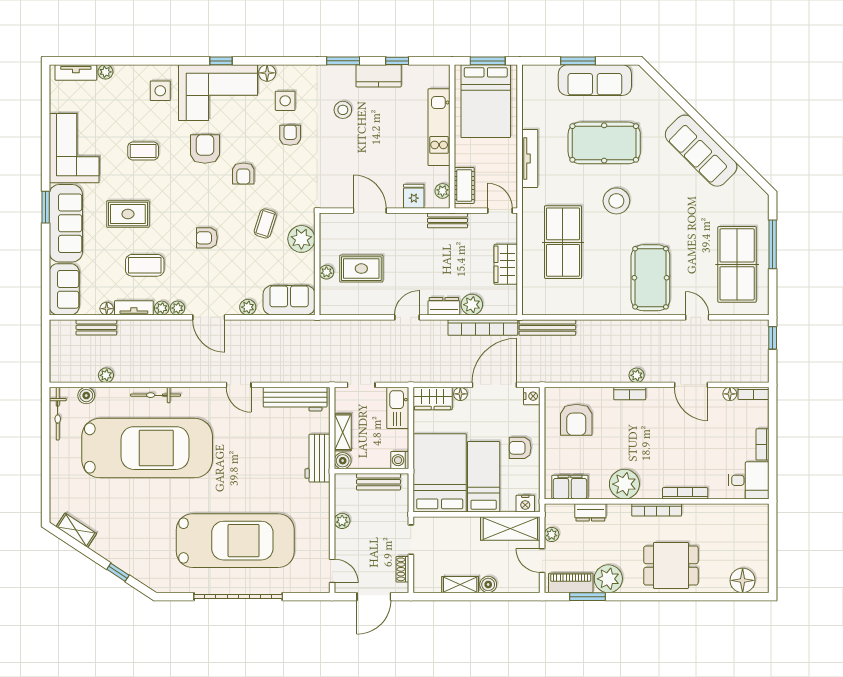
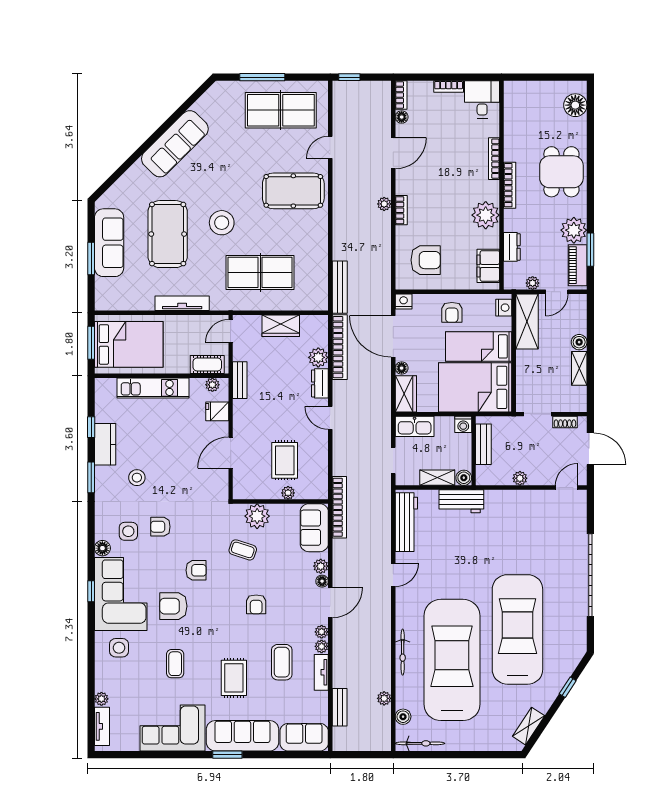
floor lamp: (107, 309) -> (322, 581), moved
bookcase: (311, 327) -> (339, 507), added
car: (235, 541) -> (517, 629), moved

